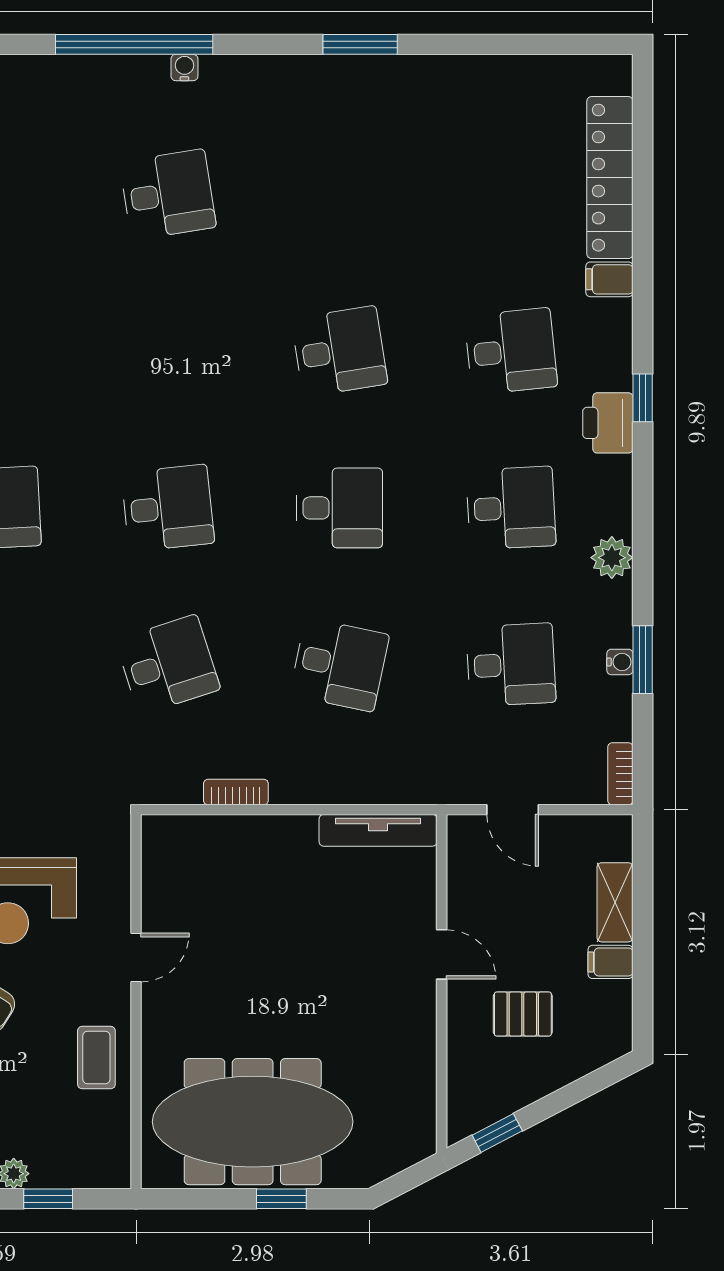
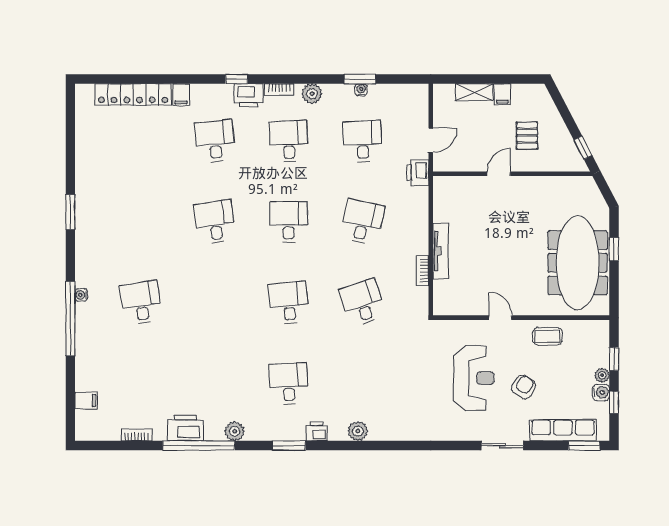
bookcase: (620, 774) -> (279, 90), moved
printer: (444, 782) -> (418, 173), added
tv unit: (378, 830) -> (440, 251), moved

